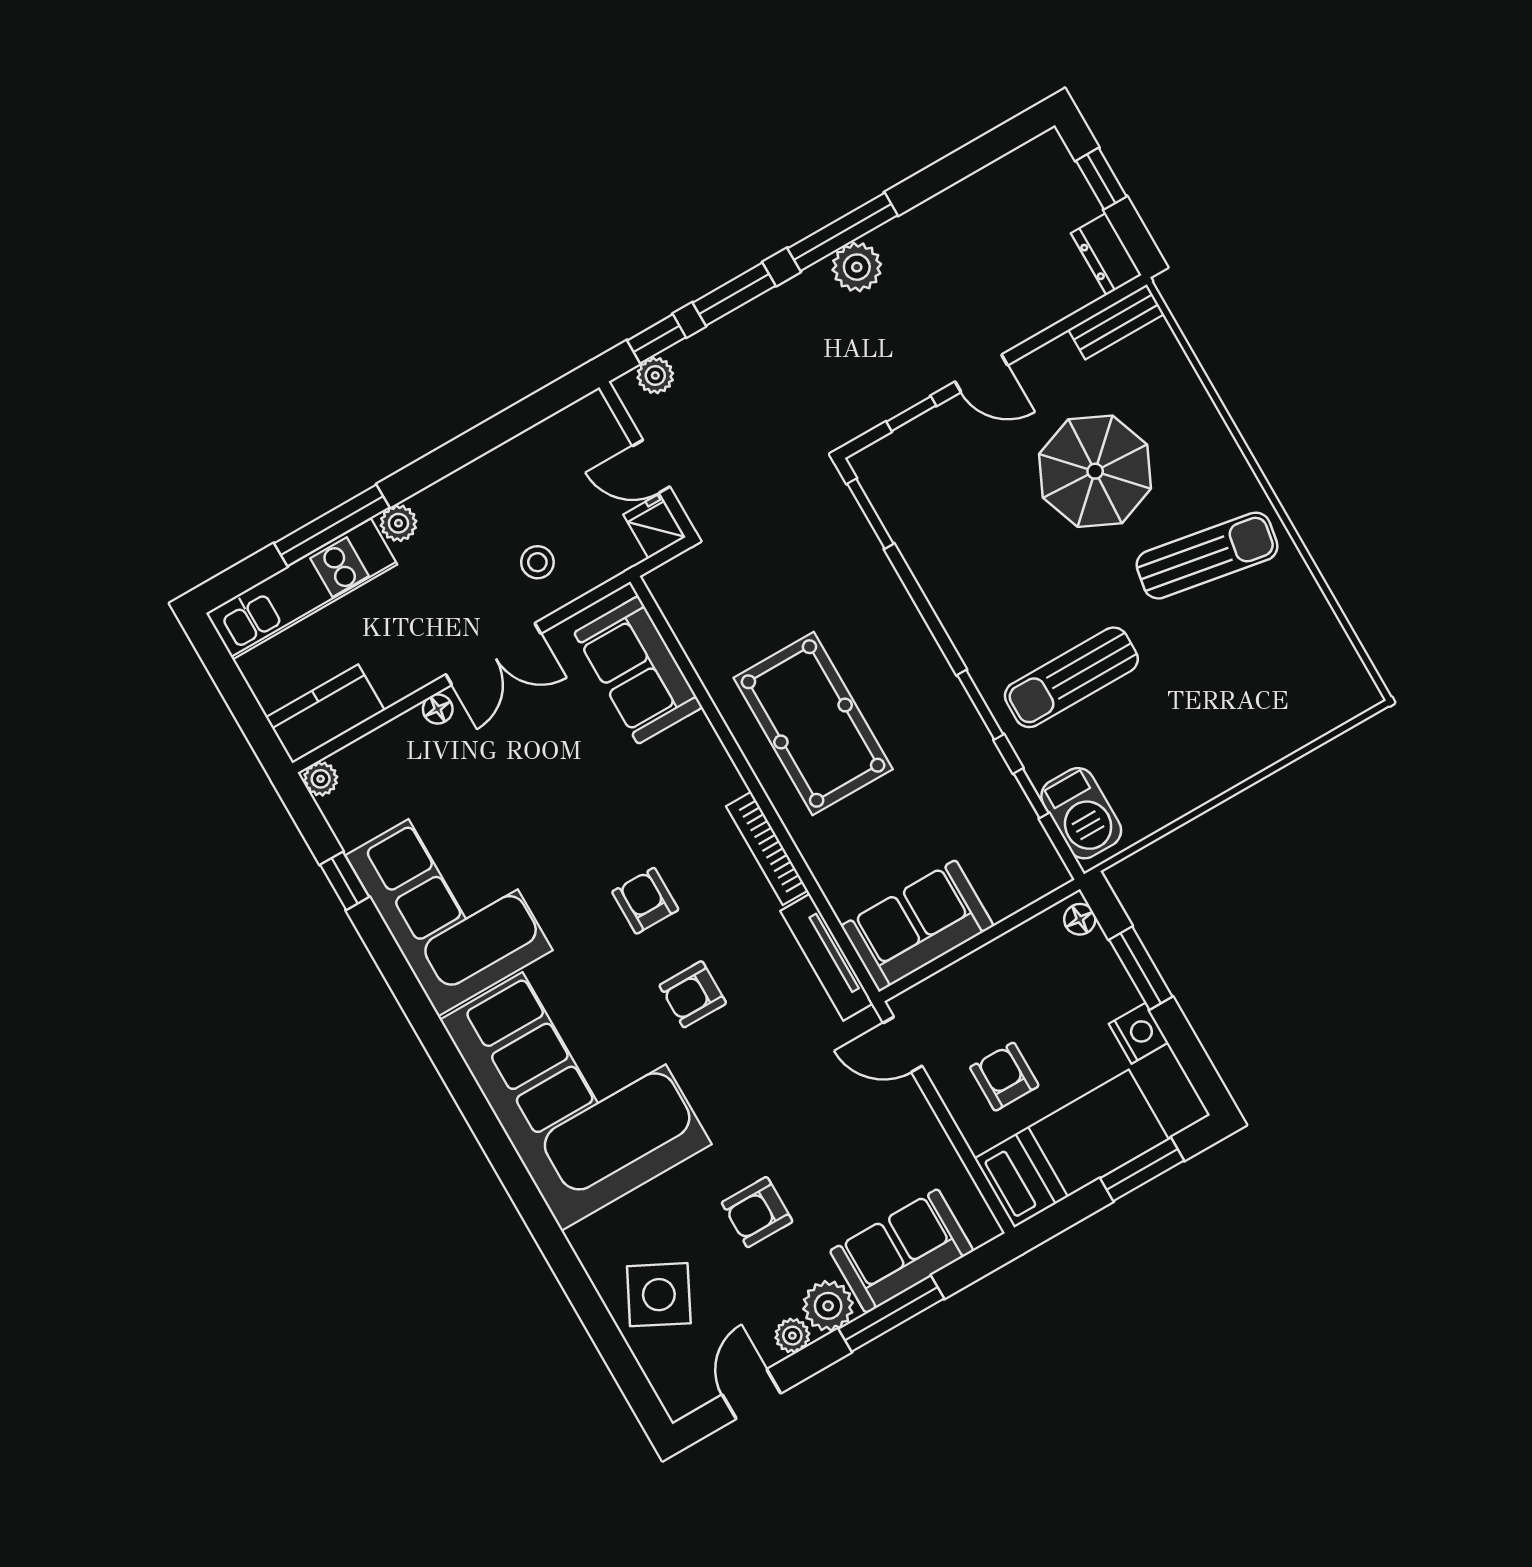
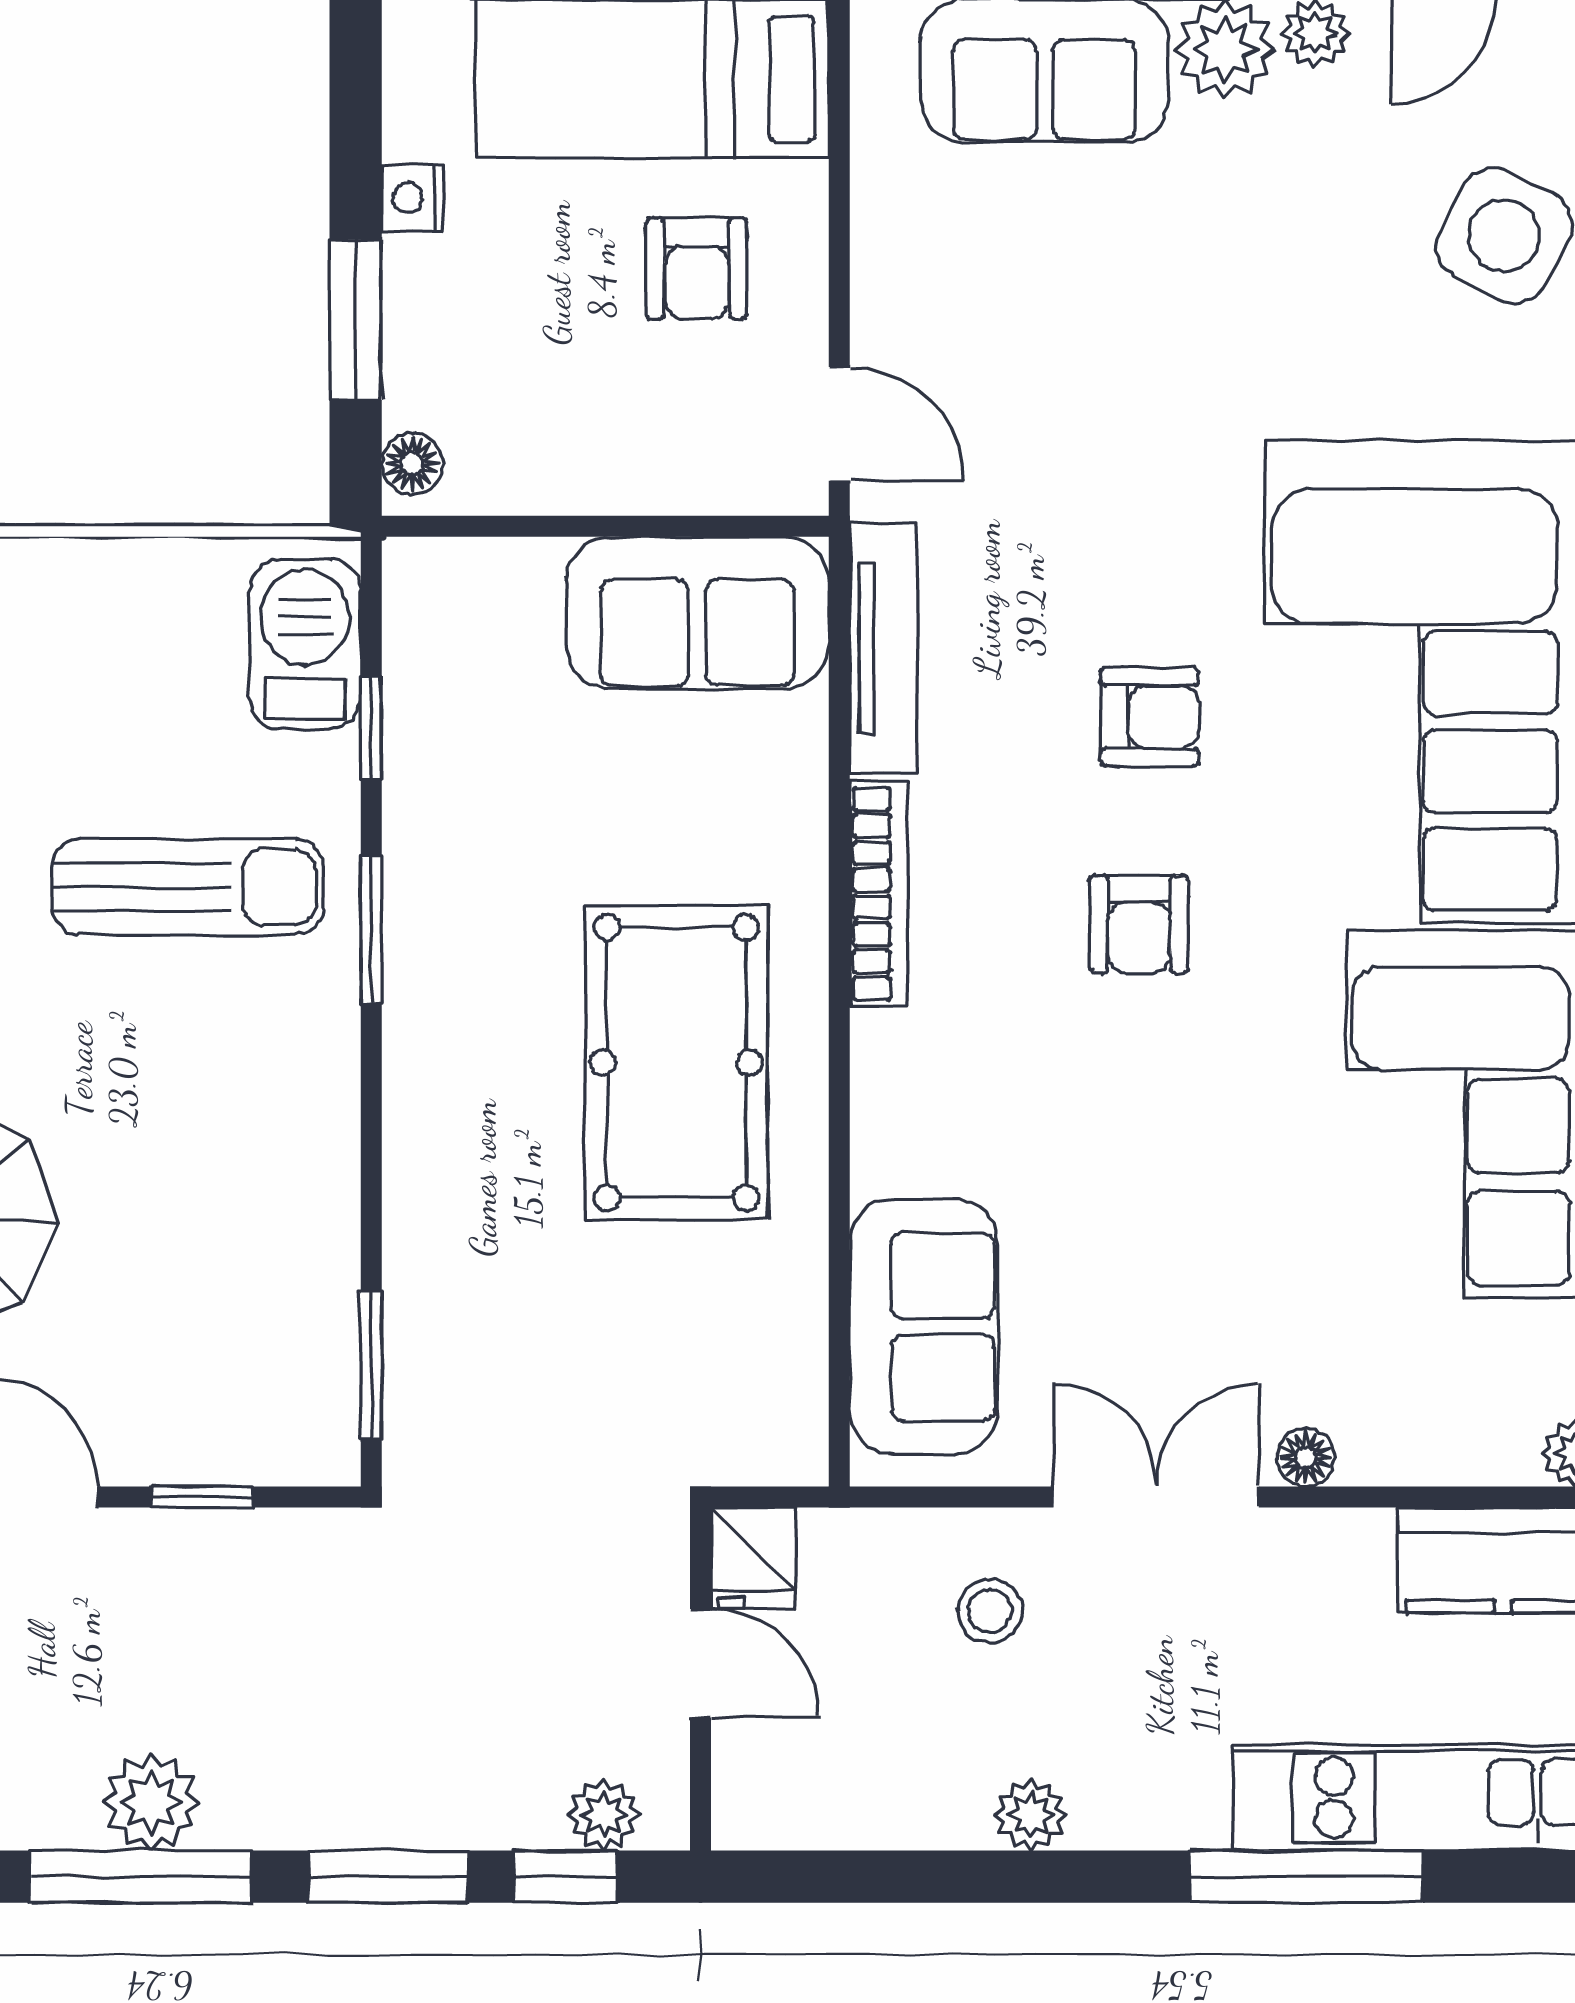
plant: (399, 523) -> (1031, 1815), moved
nightstand: (1138, 1033) -> (413, 198), width x0.72, depth x0.74
armchair: (757, 1212) -> (1254, 280), removed

